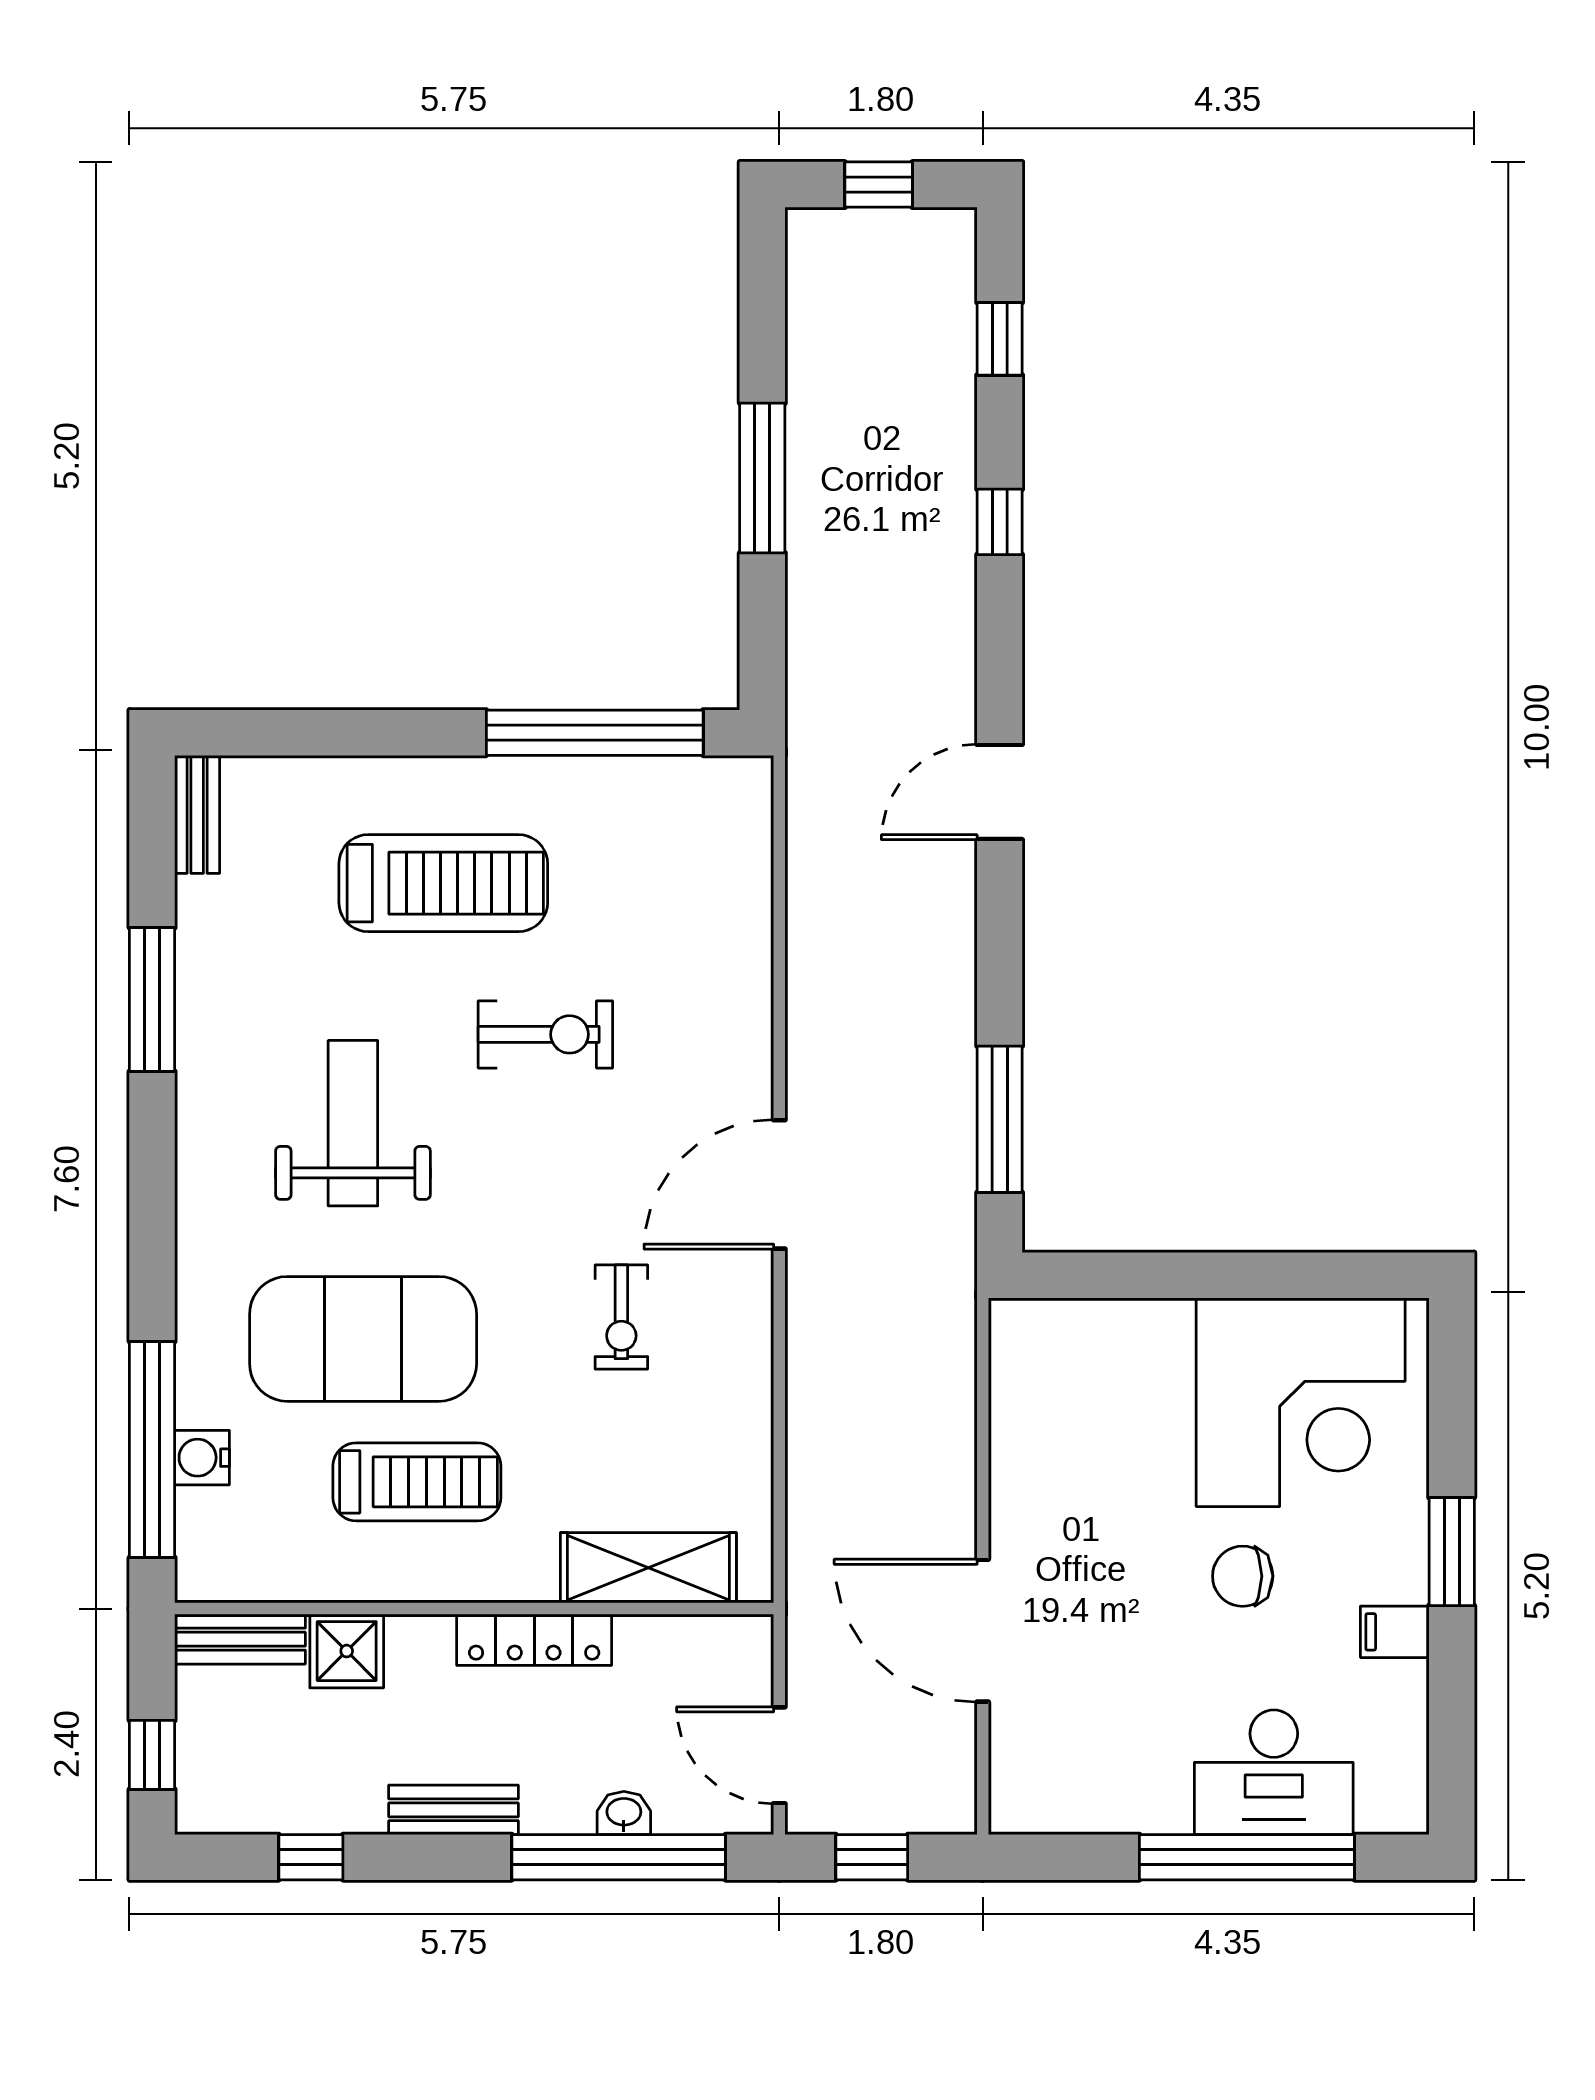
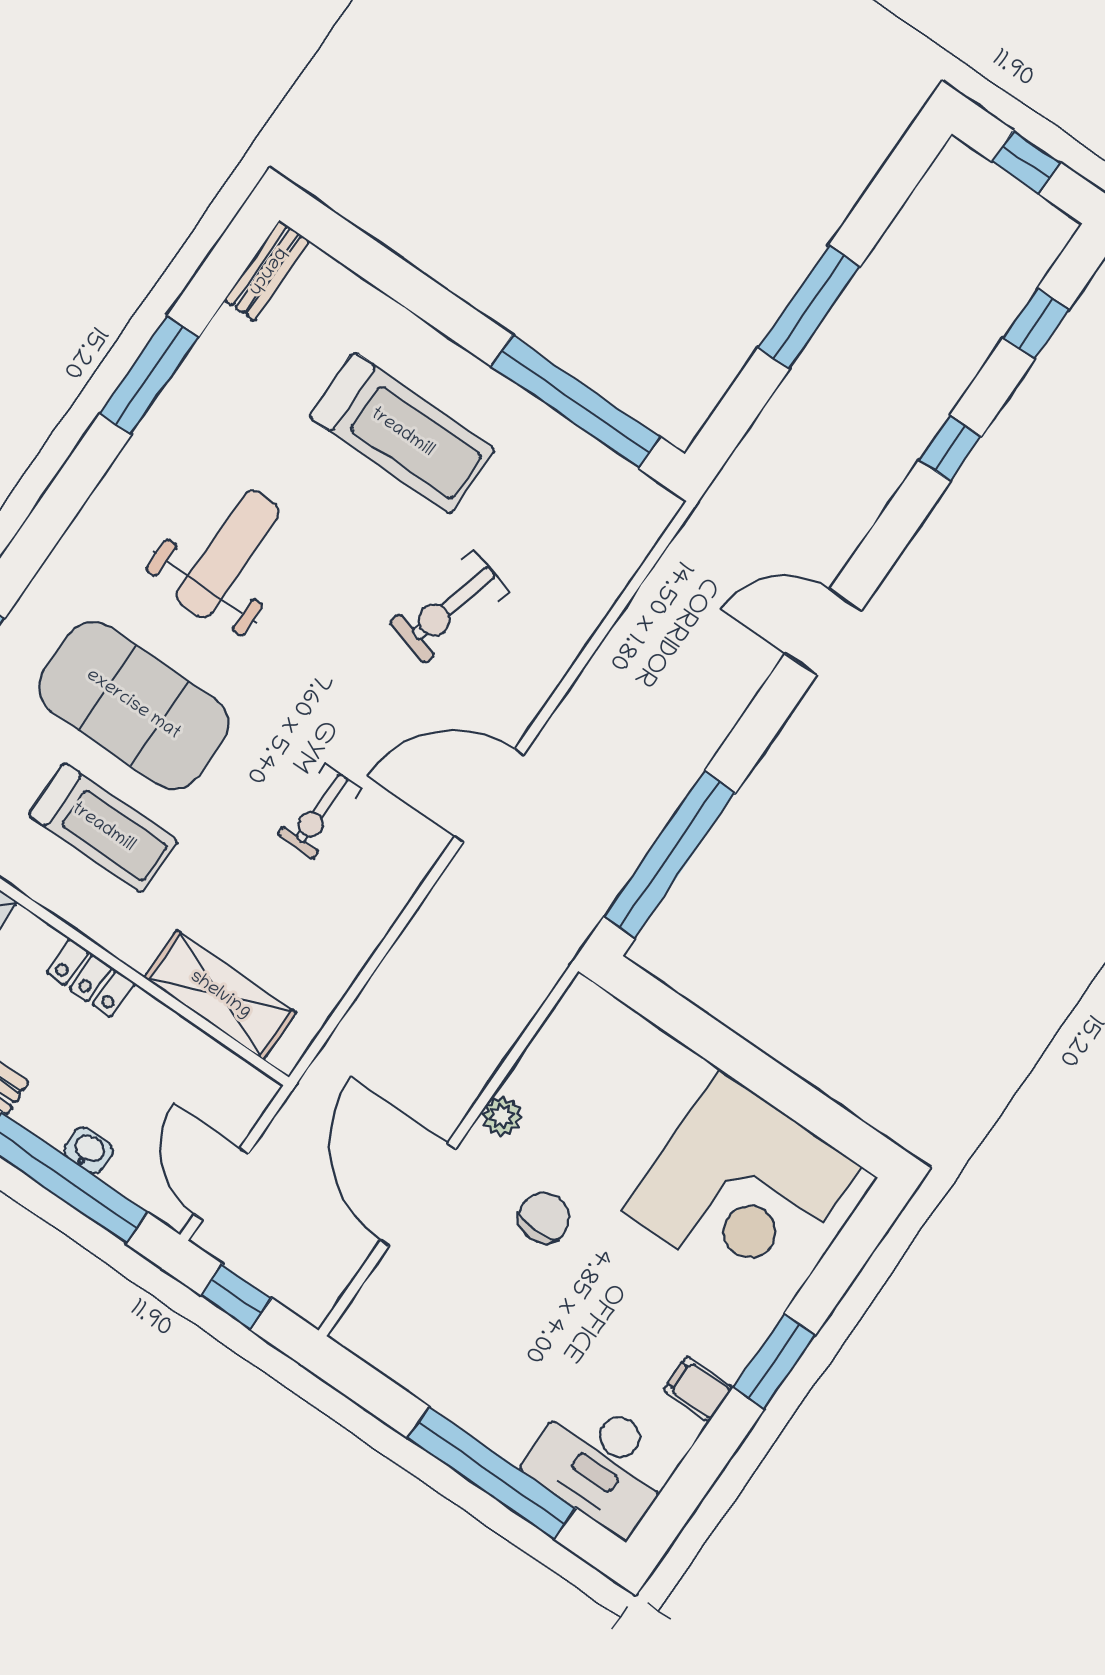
exercise bike: (545, 1034) -> (449, 607), moved, turned 105
window: (1000, 1119) -> (670, 855), width x1.46
plant: (1012, 1495) -> (502, 1116), added
chair: (1243, 1576) -> (544, 1218), moved, turned 90
locker: (534, 1640) -> (90, 978), width x0.66
desk: (1274, 1772) -> (601, 1463), moved

